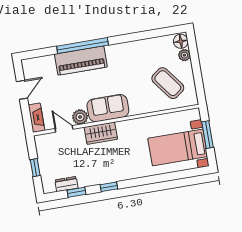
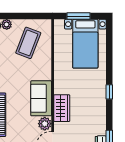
coffee table: (168, 83) -> (28, 43), turned -32
window: (109, 187) -> (109, 92), moved

